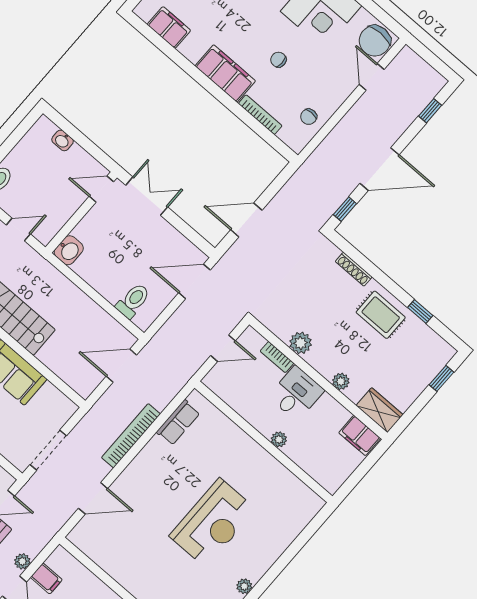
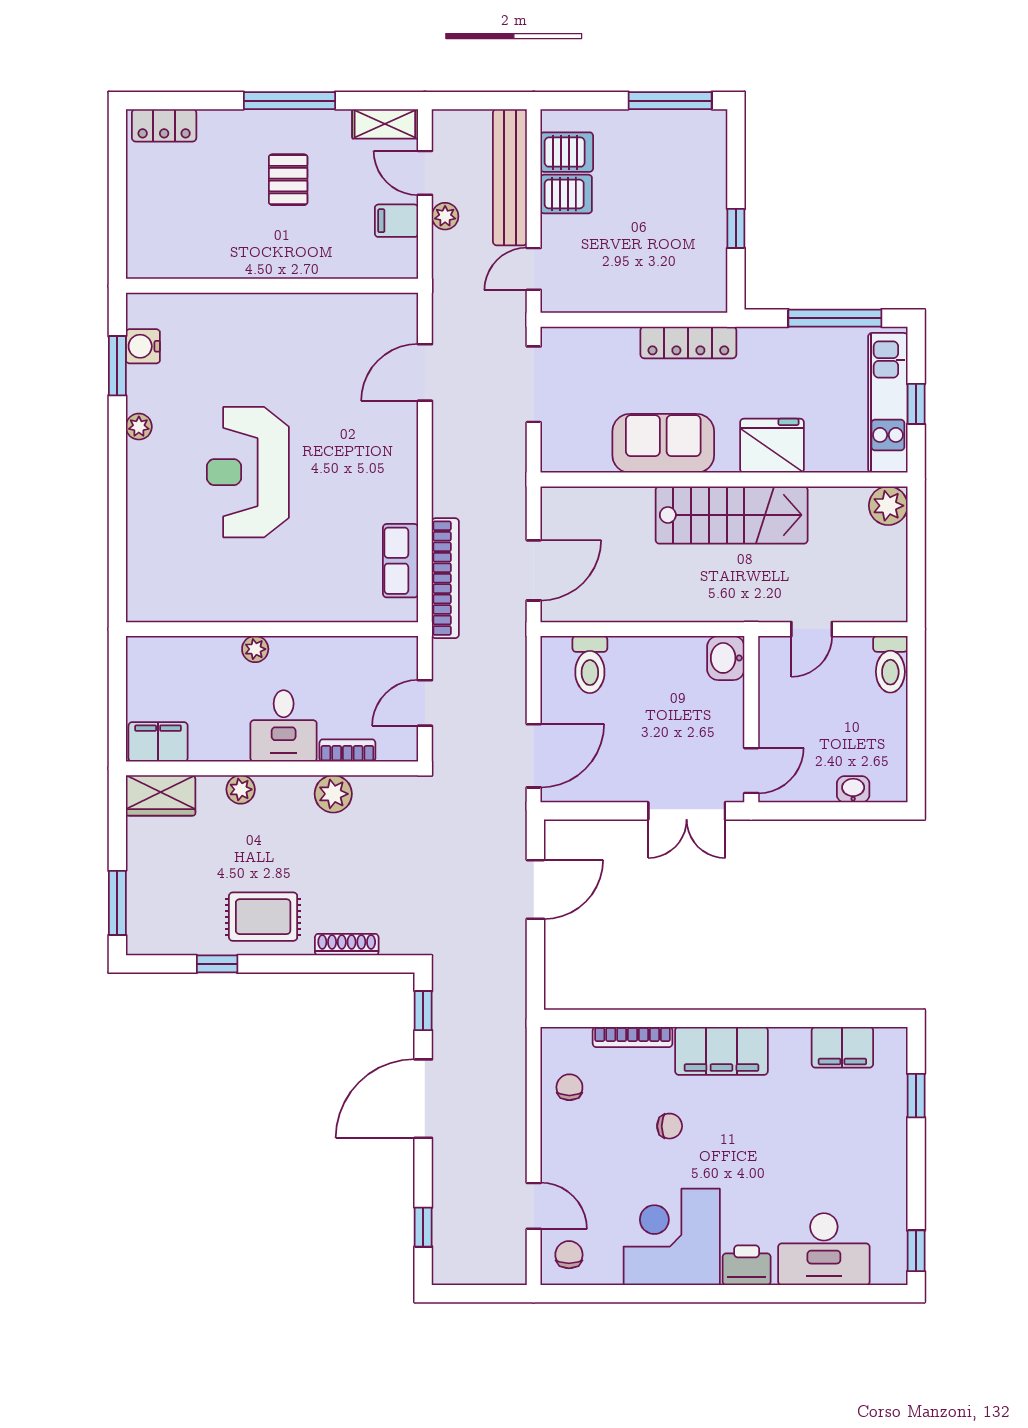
chair: (375, 41) -> (569, 1255), width x0.54, depth x0.54
window: (442, 378) -> (117, 903), width x1.50
bookcase: (131, 436) -> (445, 578), moved

